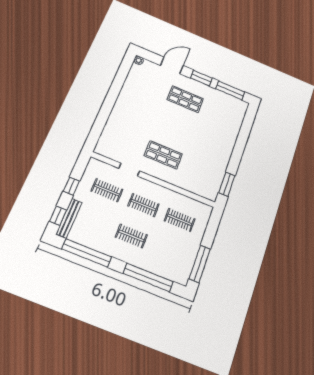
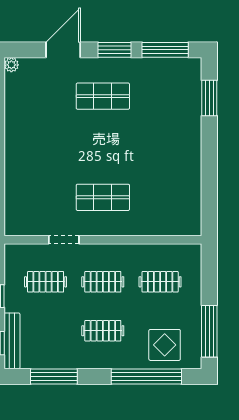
window: (227, 184) -> (209, 98), moved
window: (87, 253) -> (54, 377), width x0.68
display table: (168, 261) -> (165, 345), added

